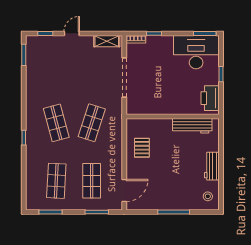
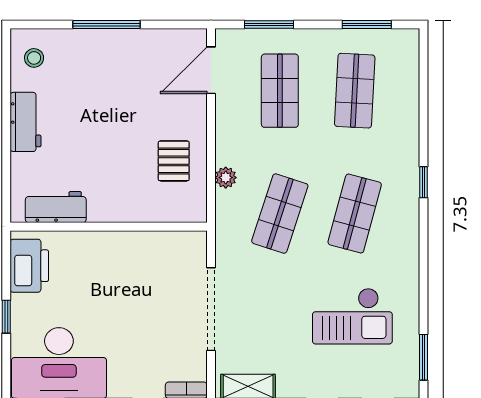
checkout: (57, 74) -> (352, 316), added
shop shelf: (56, 123) -> (355, 214), turned 30
workbench: (192, 126) -> (56, 207), width x0.73
plant: (117, 140) -> (226, 178), added

